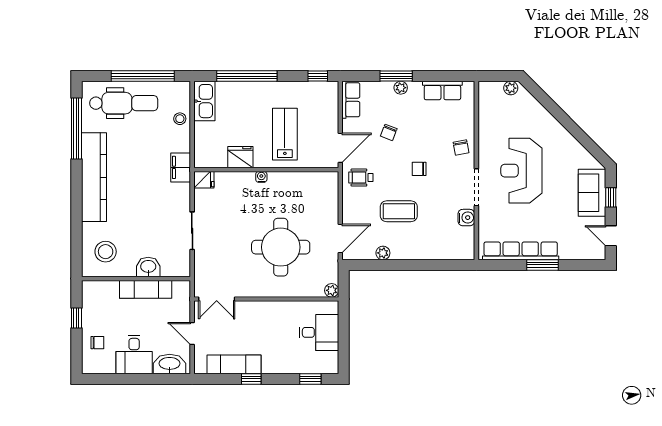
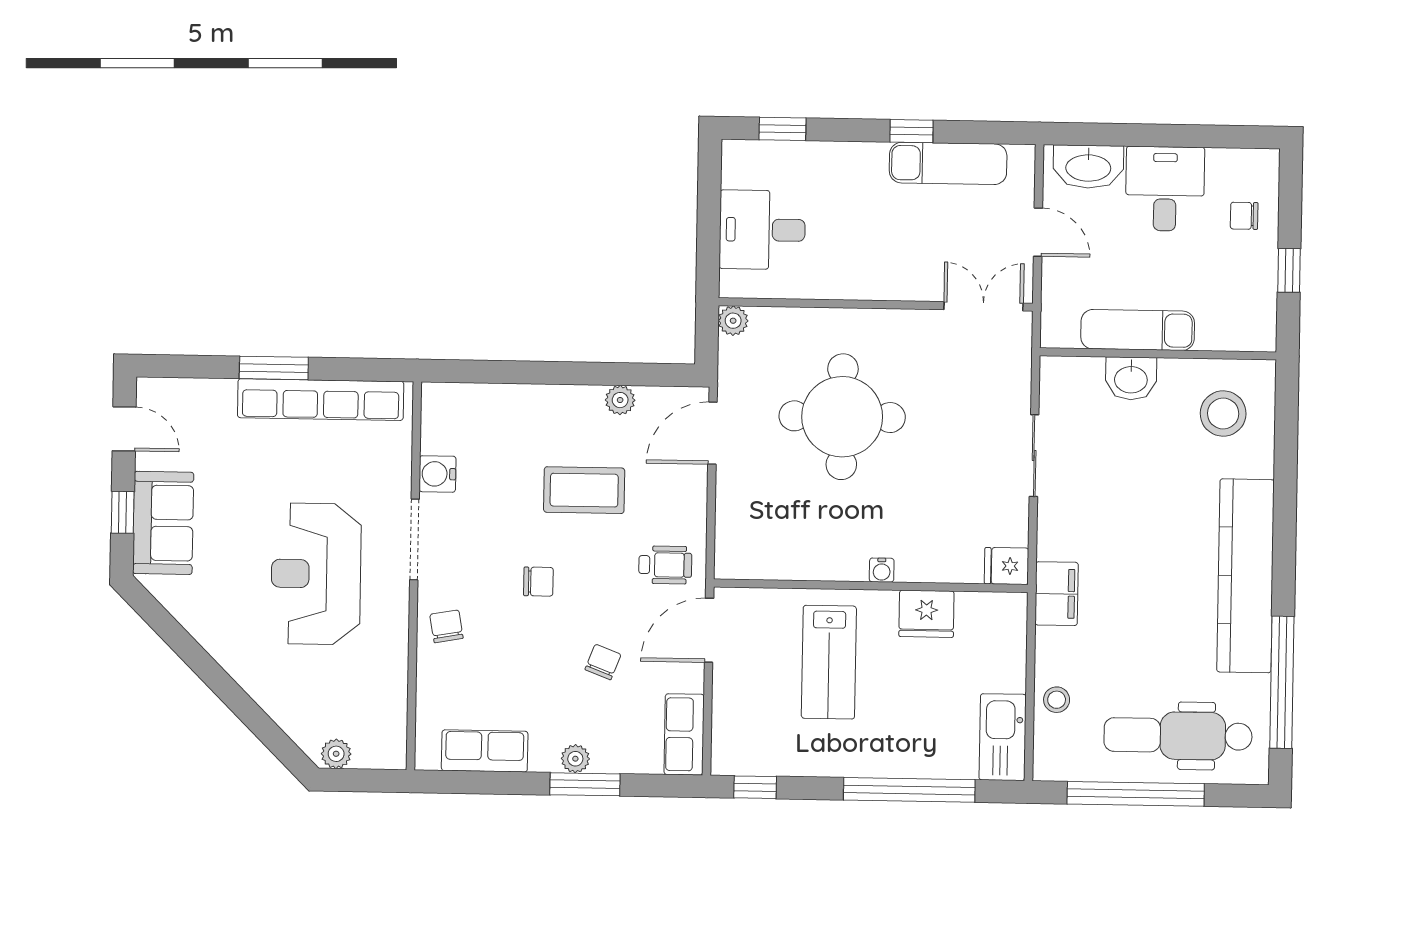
reception desk: (521, 171) -> (316, 574), turned 180

